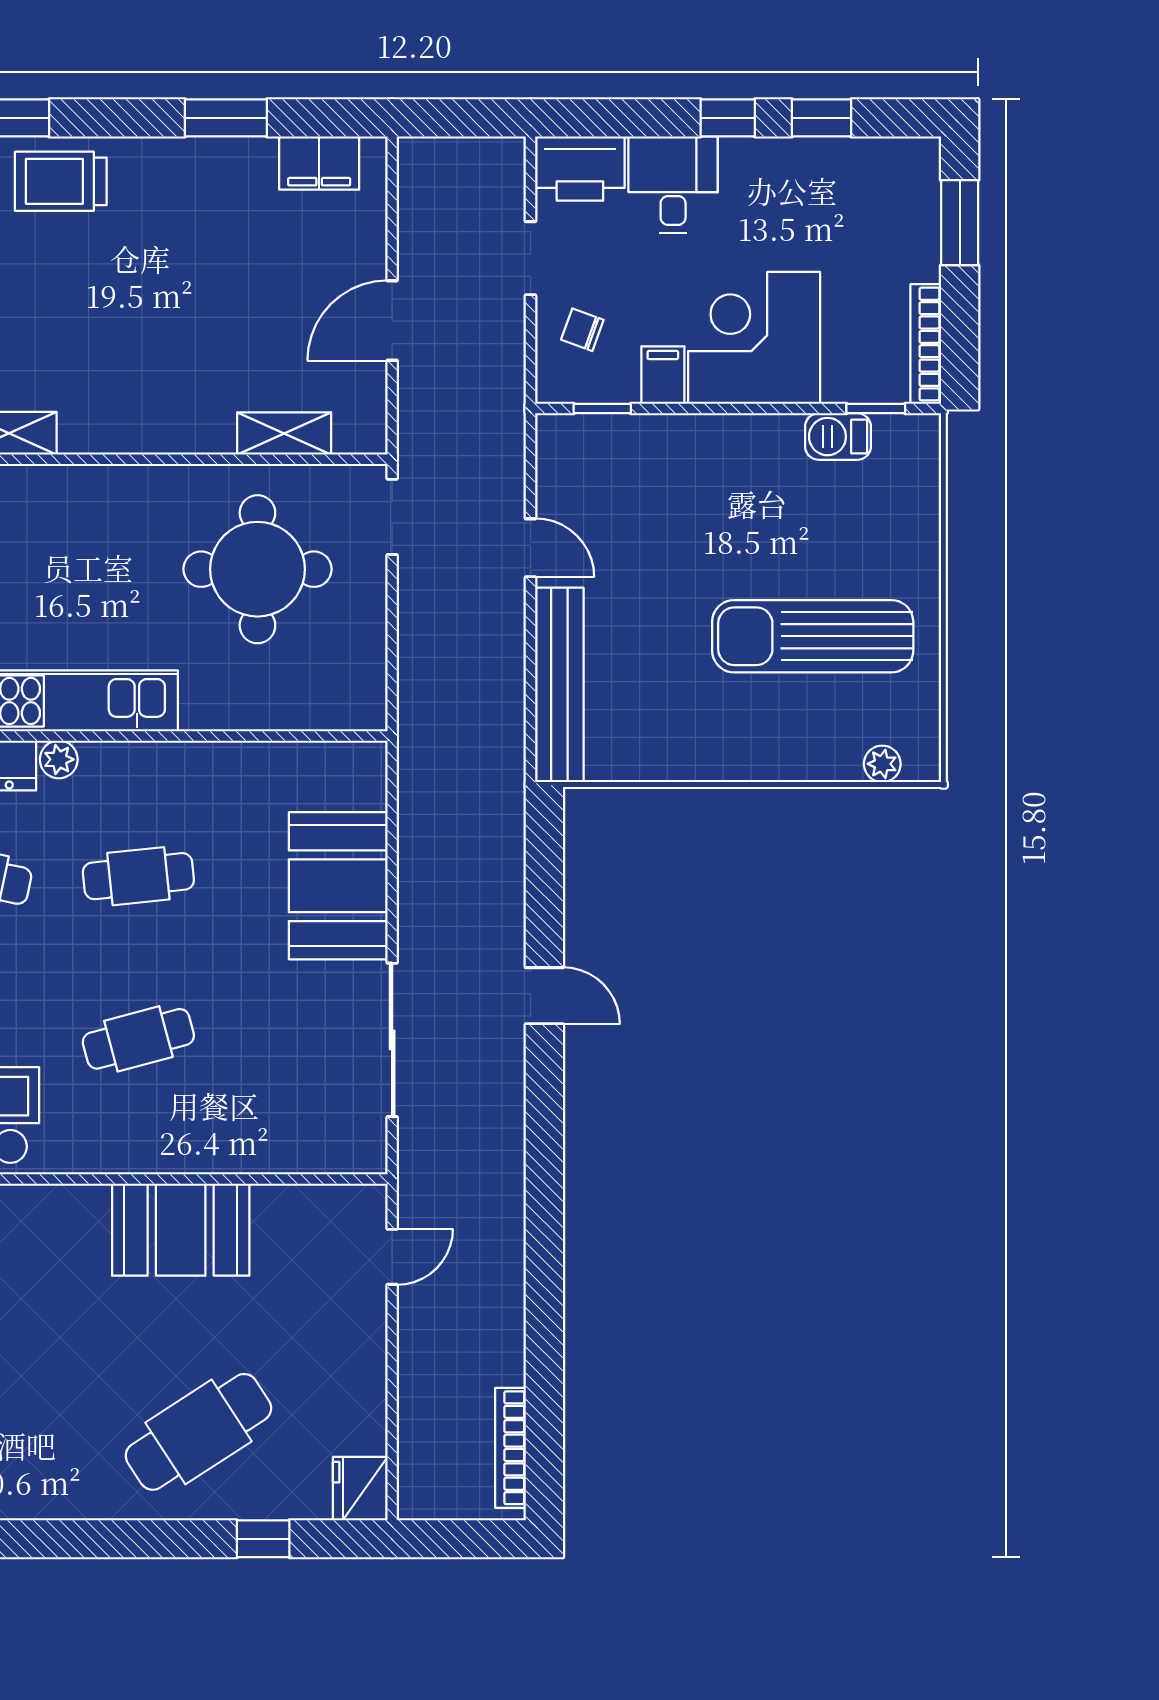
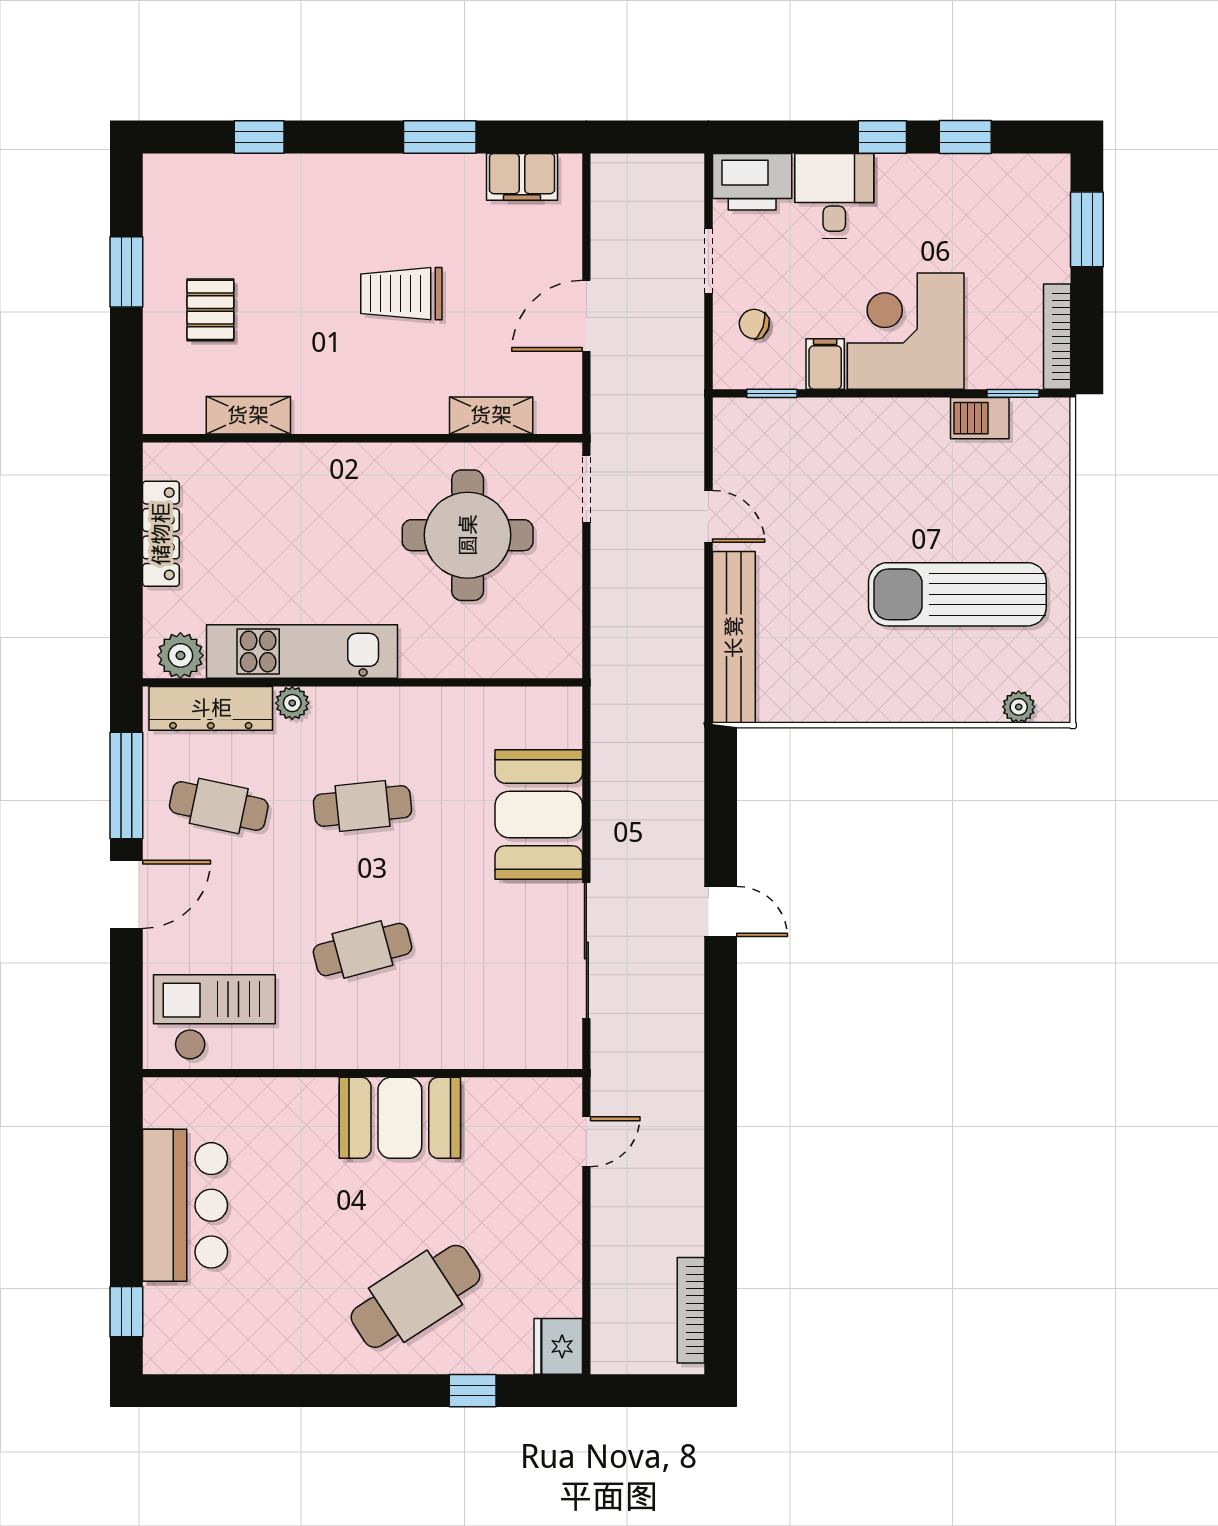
trolley: (61, 181) -> (401, 294), moved

